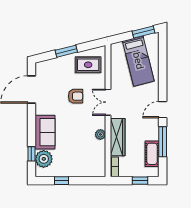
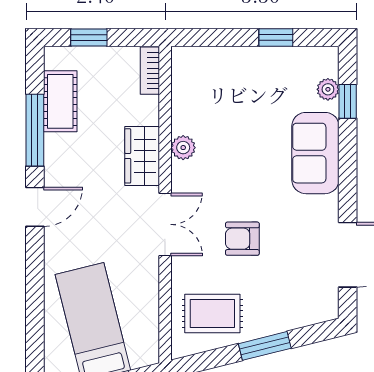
wardrobe: (118, 137) -> (142, 156), width x0.67
plant: (44, 159) -> (328, 89), width x0.53, depth x0.53

